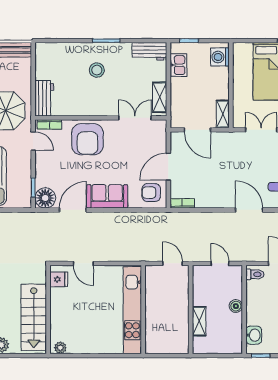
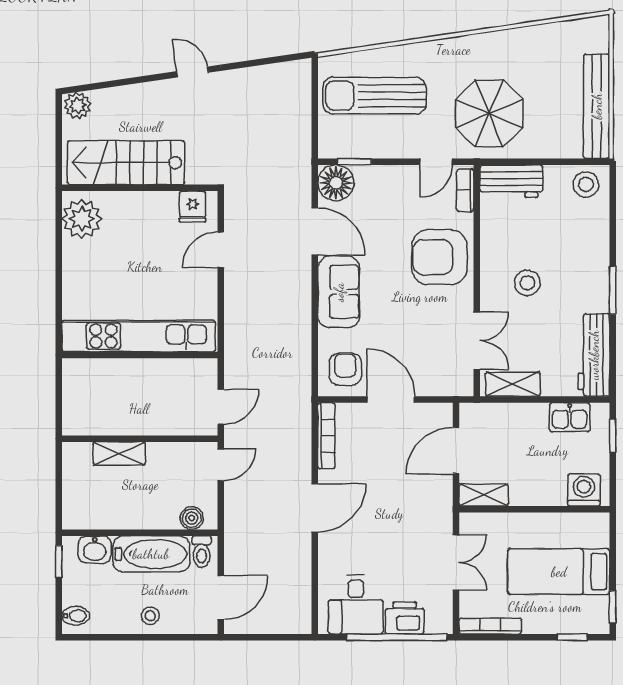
workbench: (149, 51) -> (594, 355), width x1.38
stool: (46, 56) -> (586, 184), added
stool: (97, 70) -> (527, 283), moved
bookcase: (182, 203) -> (326, 436), width x1.56
door: (249, 210) -> (315, 508), moved
door: (220, 263) -> (221, 465), moved
bathtub: (256, 303) -> (151, 554), added
boiler: (236, 306) -> (192, 518), moved
plant: (60, 348) -> (82, 219), width x1.87, depth x1.87

